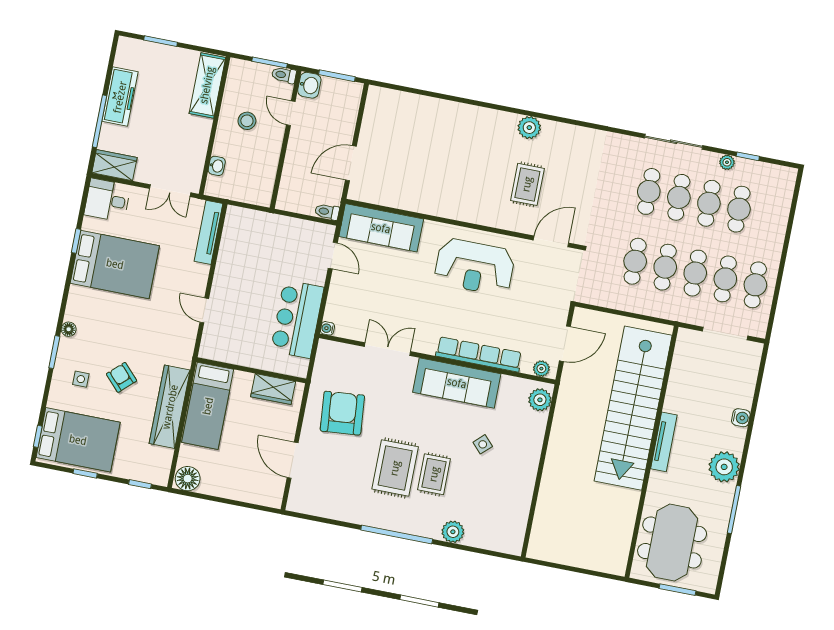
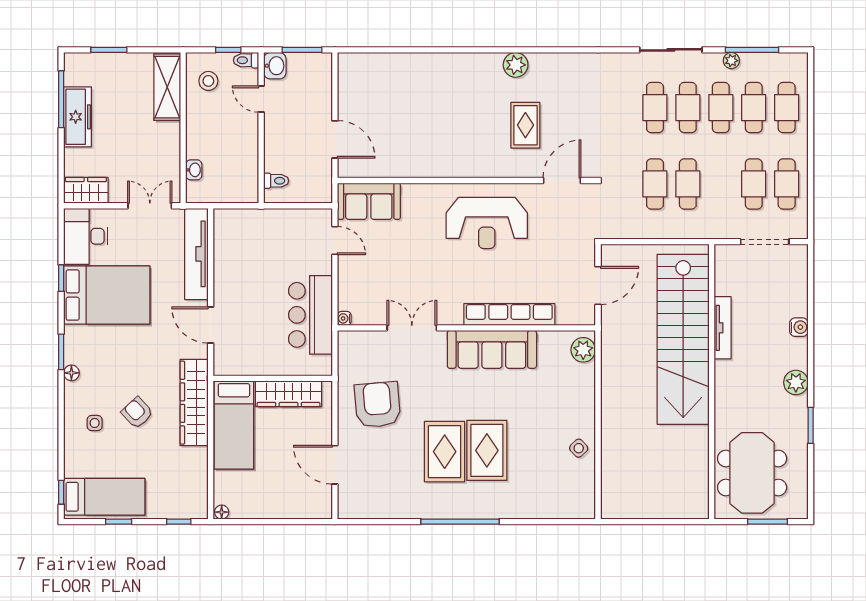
window: (270, 62) -> (228, 50), width x0.67
window: (100, 121) -> (61, 99), moved
stool: (247, 121) -> (208, 81), moved
window: (748, 156) -> (752, 50), width x2.17
door: (351, 163) -> (335, 139), swing flipped
double door: (170, 191) -> (150, 206), swing flipped
desk: (107, 200) -> (86, 236), width x1.37
toilet: (327, 212) -> (276, 181), moved, turned 180
sofa: (381, 228) -> (369, 201), width x0.73
tv unit: (209, 232) -> (196, 254), width x1.36, depth x1.29
cafe table: (695, 273) -> (787, 108), moved
door: (204, 310) -> (211, 325), width x1.38
window: (54, 352) -> (61, 352), moved
plant: (541, 369) -> (578, 317), removed
wardrobe: (273, 389) -> (289, 394), width x1.50
wardrobe: (170, 407) -> (194, 403), moved
bed: (78, 440) -> (104, 497), width x0.67
tv unit: (664, 442) -> (723, 328), moved
side table: (483, 444) -> (579, 448), moved
plant: (724, 467) -> (796, 382), width x0.73, depth x0.73
rug: (434, 474) -> (487, 450), width x1.36, depth x1.43
floor lamp: (188, 479) -> (222, 512), width x0.53, depth x0.53
window: (734, 510) -> (811, 425), width x0.69
plant: (453, 532) -> (519, 507), removed

